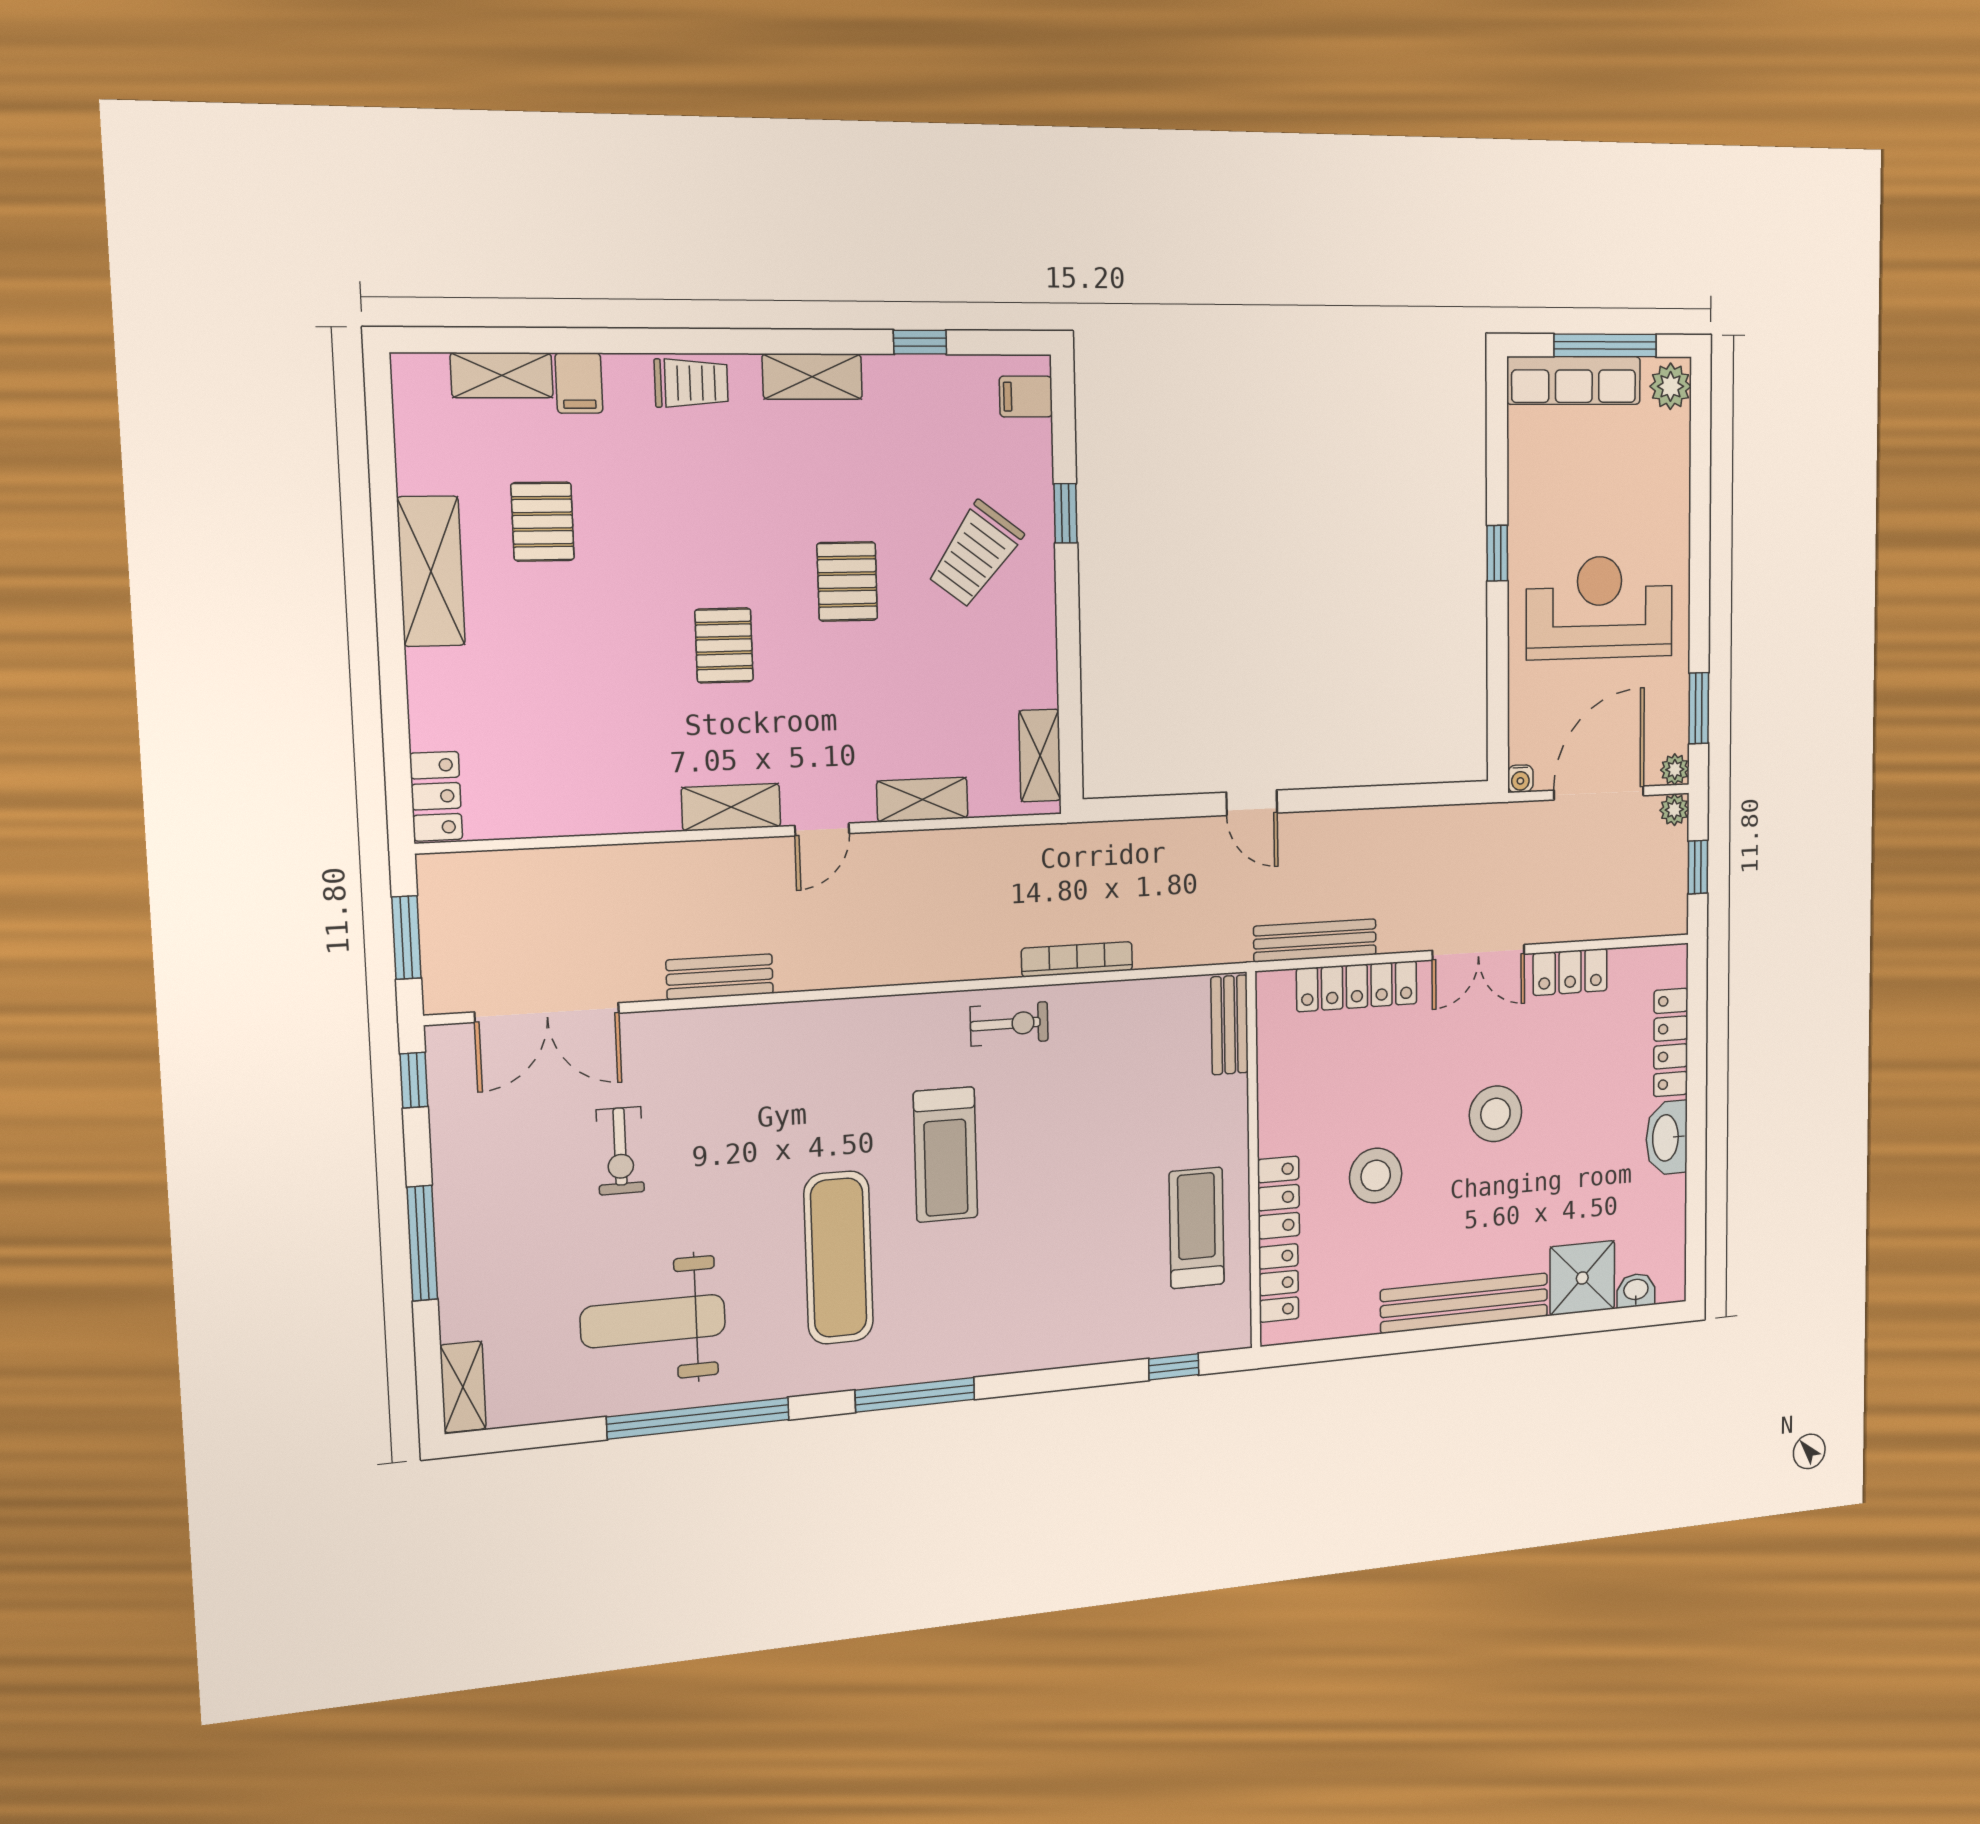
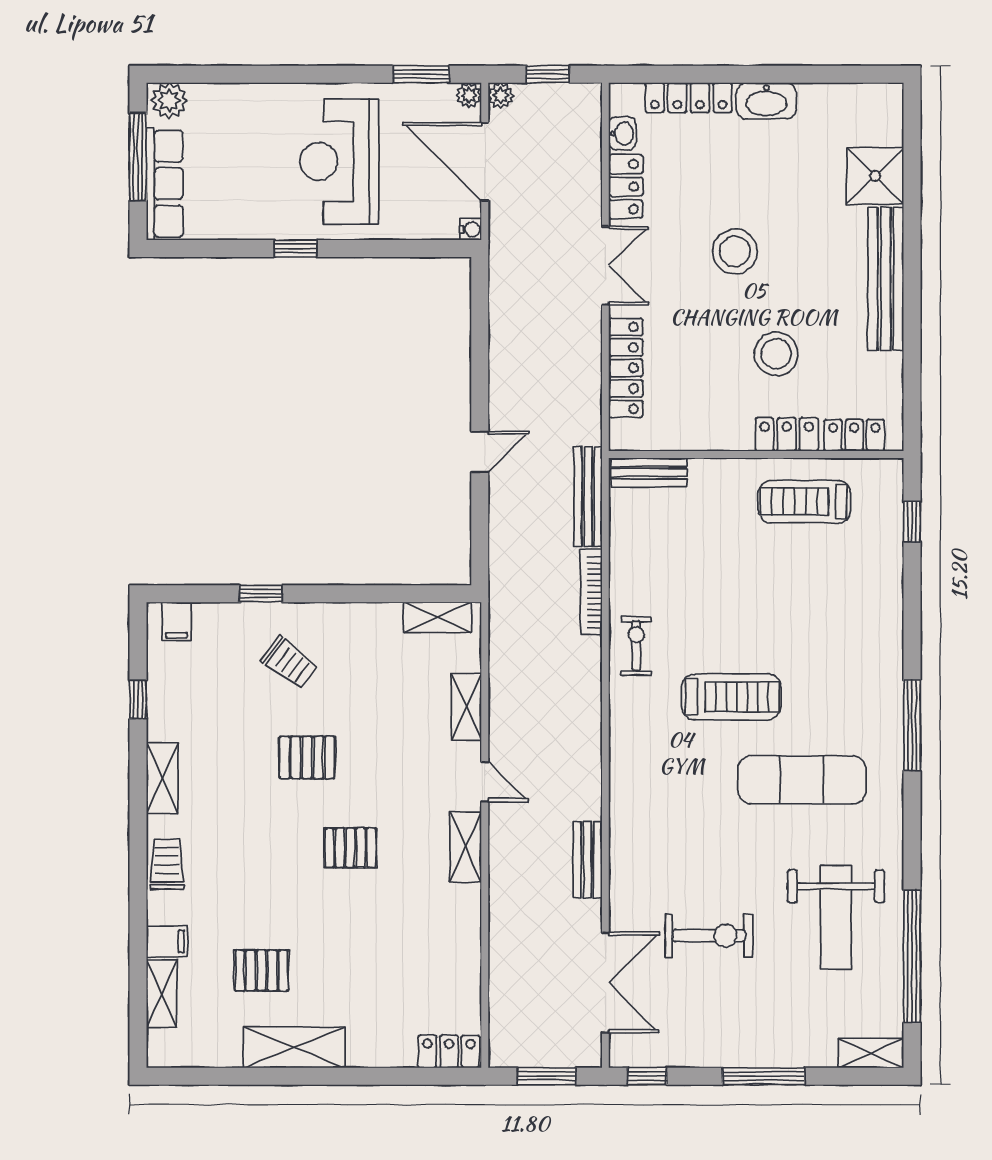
trolley: (975, 554) -> (289, 663), width x0.73, depth x0.72
bench: (1315, 941) -> (588, 497), moved
exercise bike: (620, 1151) -> (709, 936), width x1.38, depth x1.39
washbasin: (1636, 1290) -> (622, 133), moved, turned 180
window: (698, 1418) -> (912, 956), moved

